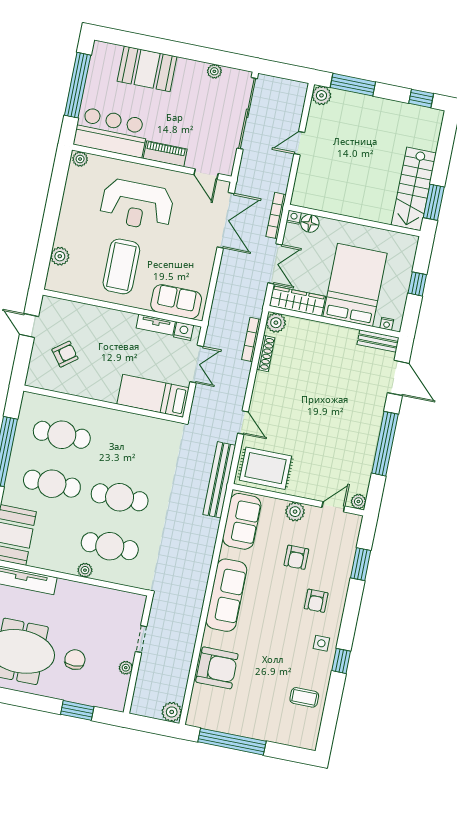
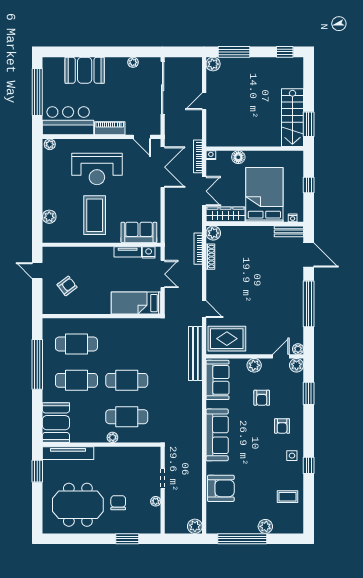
floor lamp: (310, 223) -> (238, 157), moved
plant: (352, 523) -> (297, 365), added
plant: (266, 731) -> (265, 526), added

